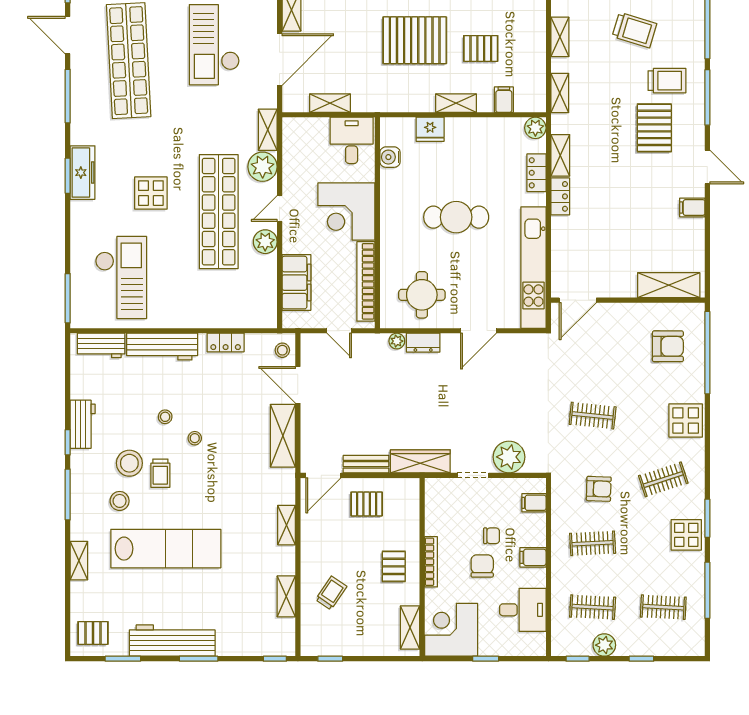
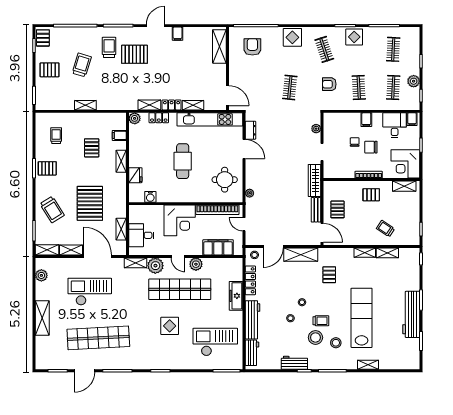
pallet: (415, 40) -> (90, 203), moved
checkout: (214, 45) -> (90, 292), turned 180
shelving: (560, 93) -> (193, 105), moved
desk: (352, 140) -> (141, 235), moved
freezer: (83, 173) -> (236, 296), moved, turned -90
door: (339, 331) -> (244, 224), swing flipped
locker: (226, 342) -> (250, 280), width x1.53
dresser: (423, 343) -> (250, 130), moved
plant: (509, 457) -> (316, 129), width x0.53, depth x0.53
armchair: (599, 489) -> (329, 84), turned -92
filing cabinet: (534, 503) -> (412, 119), moved
shelving: (287, 525) -> (365, 253), moved
pallet: (93, 633) -> (329, 275), moved

